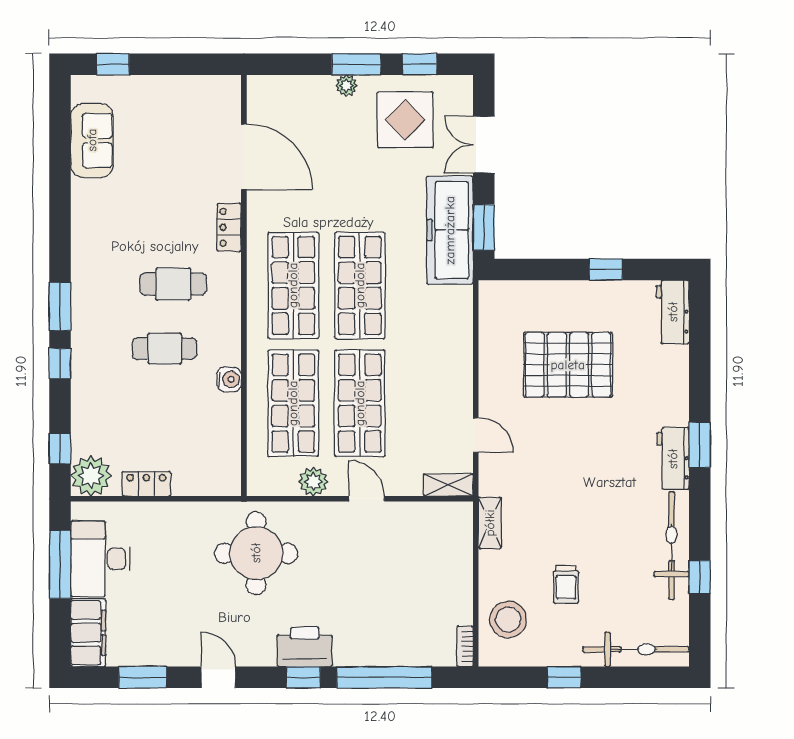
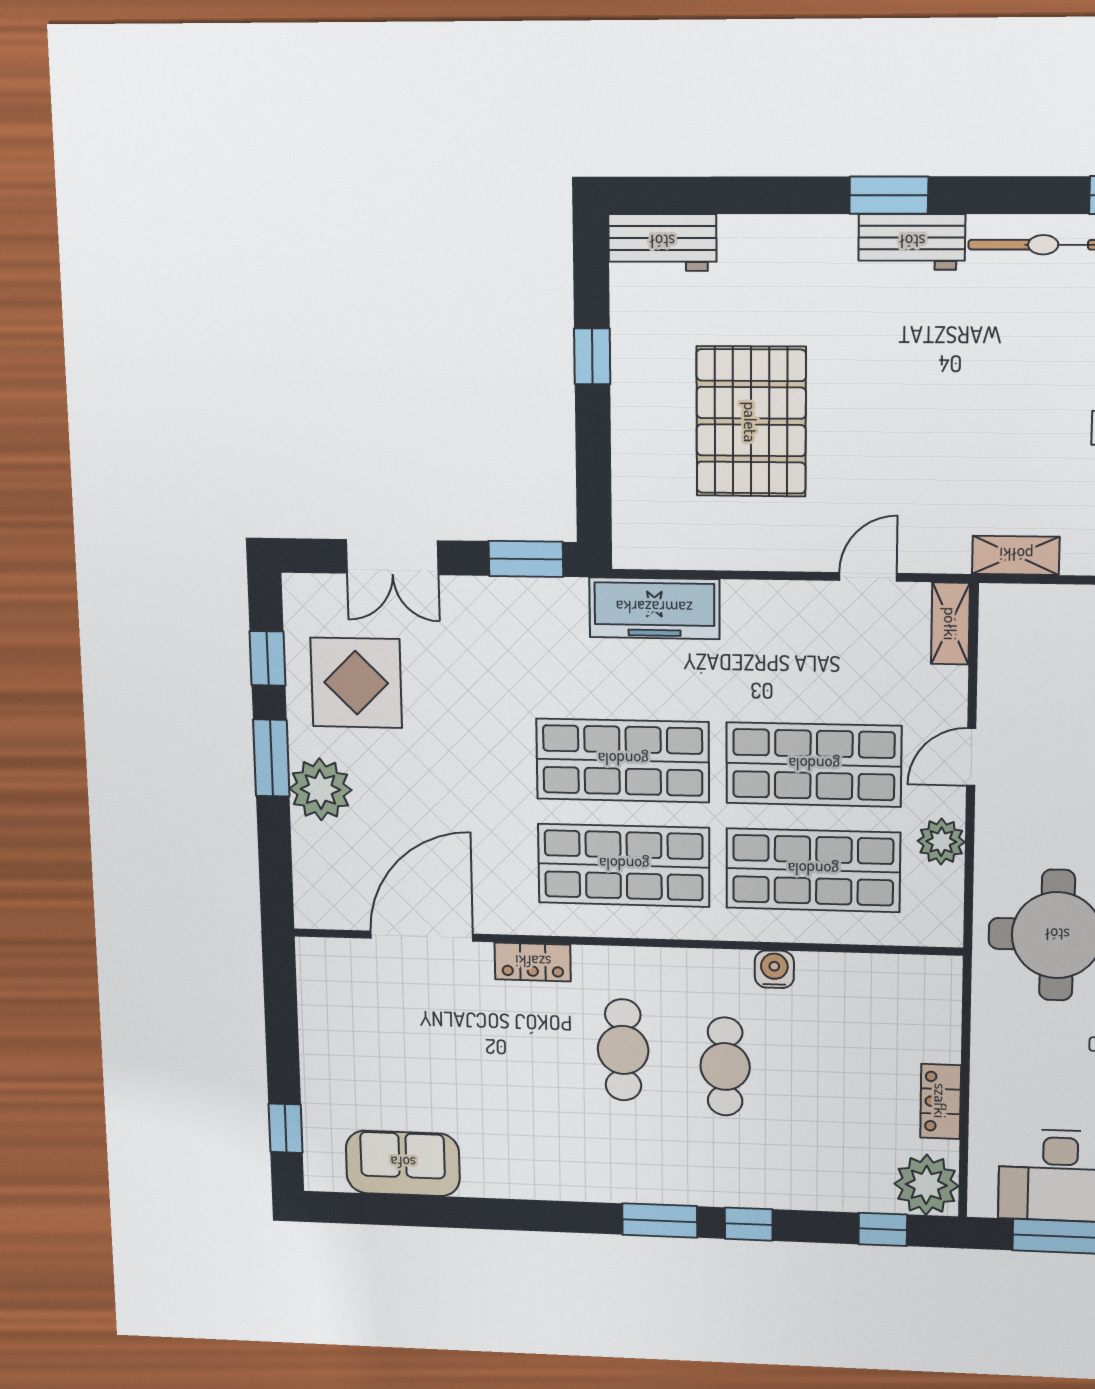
plant: (346, 86) -> (320, 789), width x1.88, depth x1.88
freezer: (450, 230) -> (654, 608), moved, width x0.73, depth x0.79

